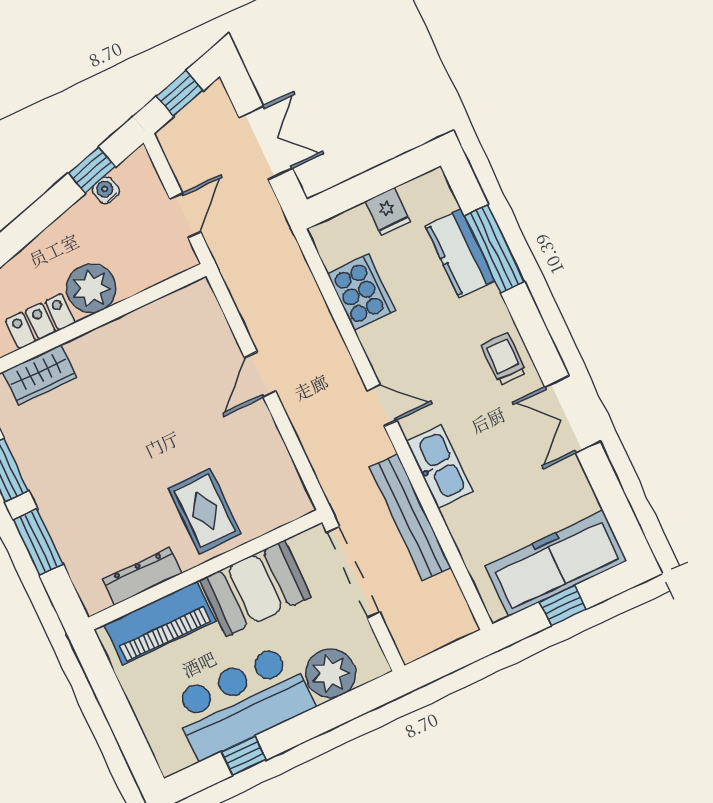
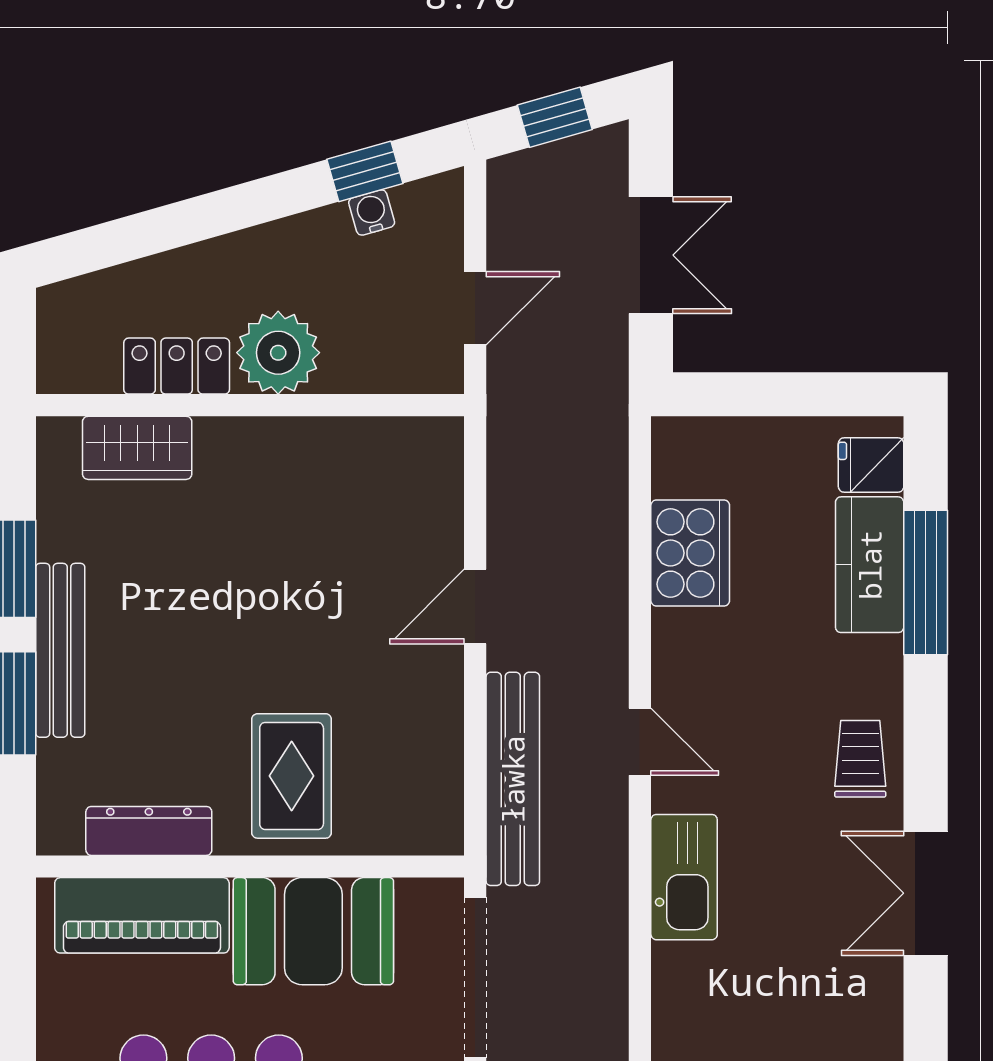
fridge: (388, 212) -> (871, 465), moved, turned 90
bench: (50, 502) -> (60, 650), added
bench: (410, 517) -> (513, 779), moved

